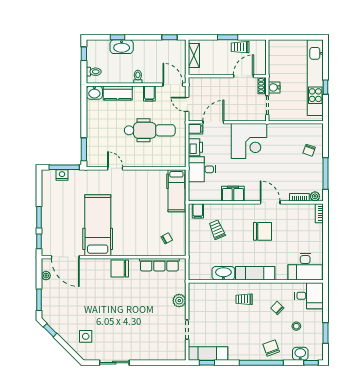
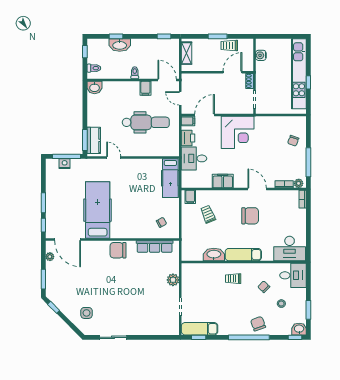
water cooler: (274, 87) -> (261, 55), moved
kitchen counter: (118, 93) -> (94, 140), moved, turned -90
washbasin: (300, 354) -> (299, 329), moved

